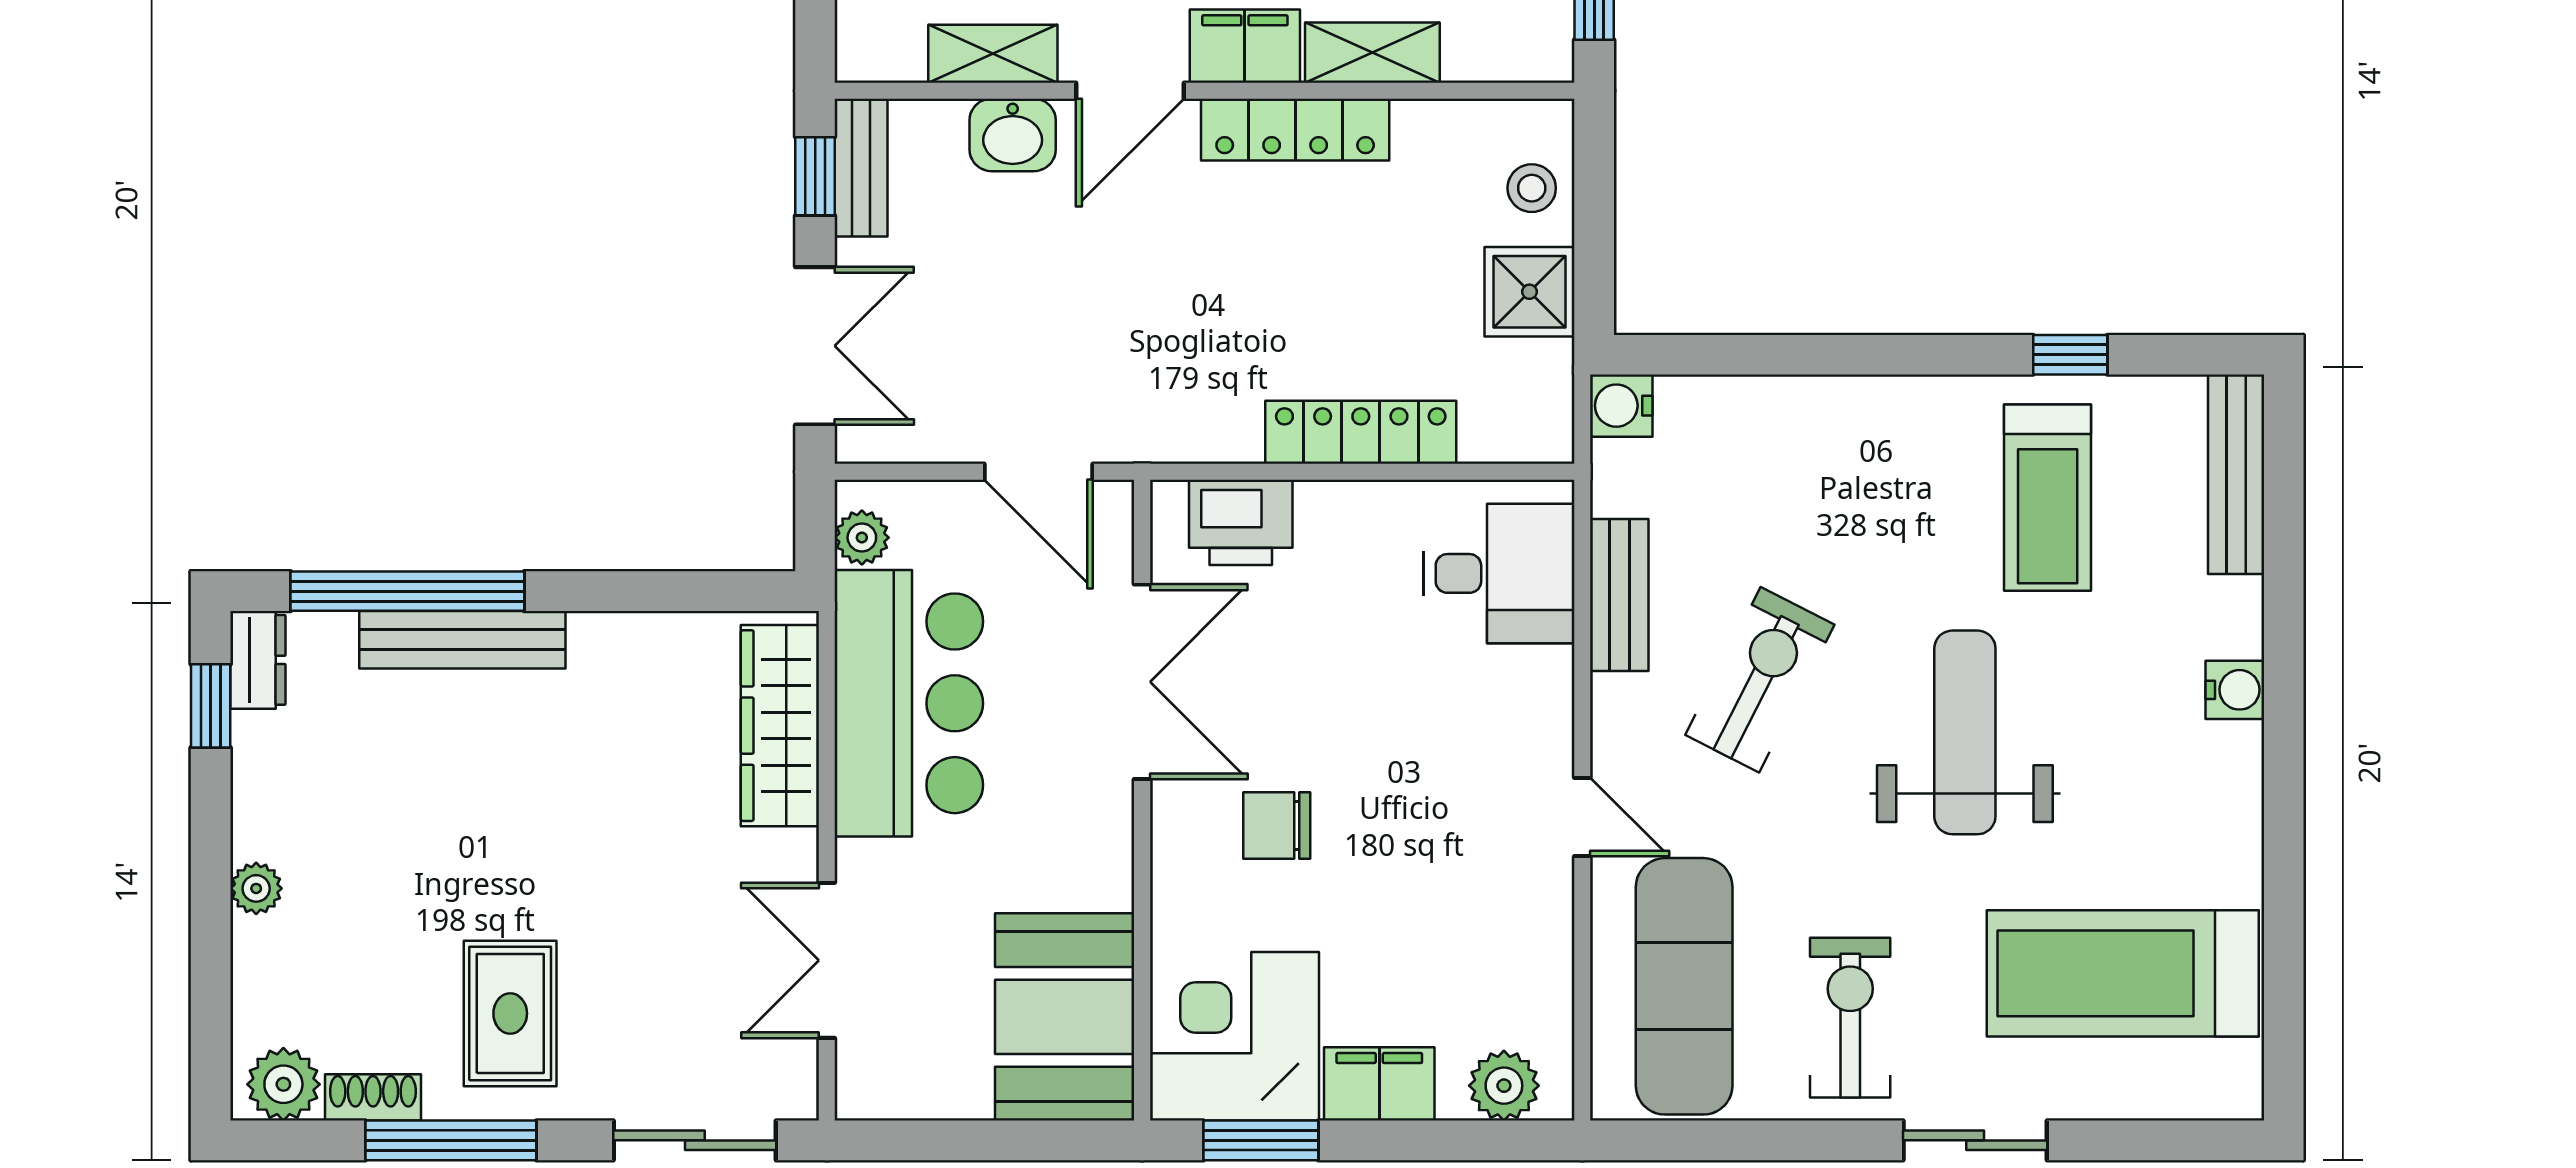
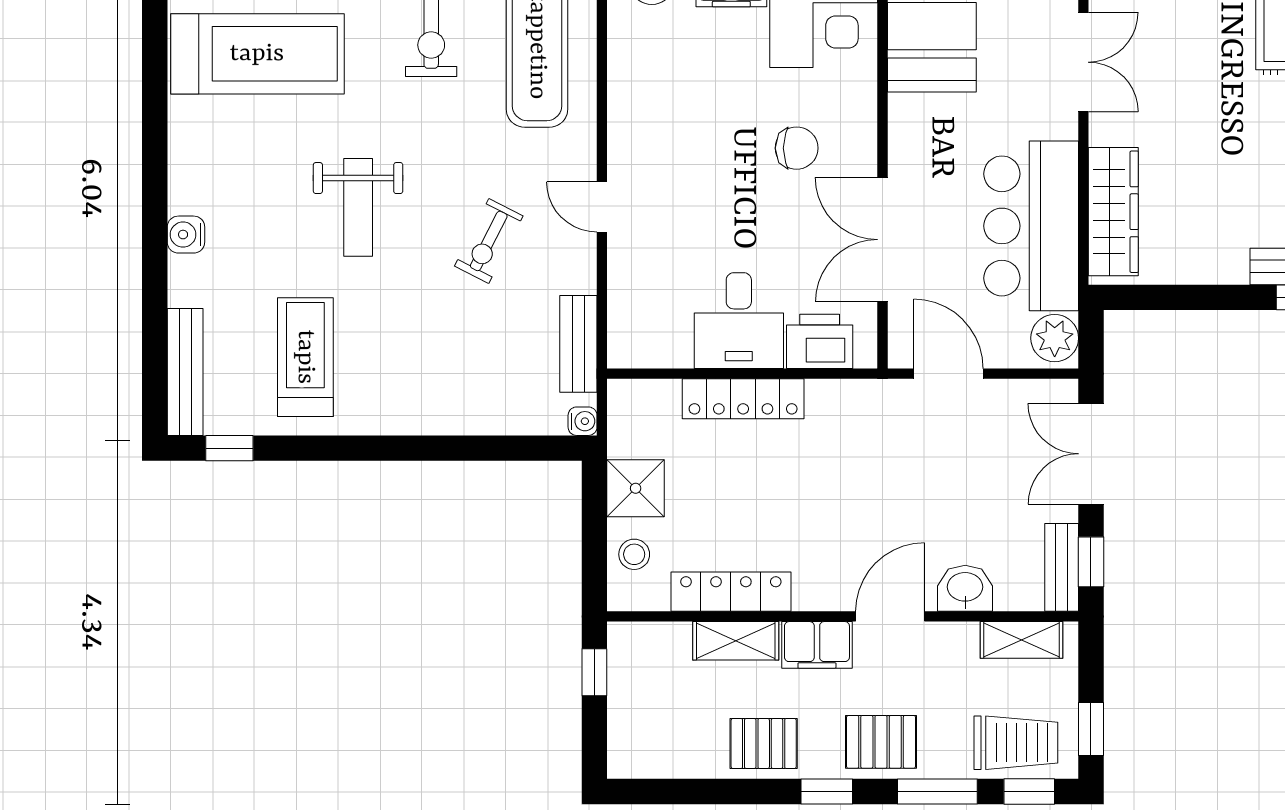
shelving: (993, 54) -> (1021, 640), moved
locker: (1295, 130) -> (731, 592), moved
window: (2070, 355) -> (229, 448), moved
water cooler: (1621, 406) -> (583, 421), width x0.72, depth x0.72
plant: (862, 538) -> (1055, 338), width x1.38, depth x1.38
desk: (1499, 573) -> (739, 321), moved, turned -90
bench: (1619, 595) -> (578, 344), moved
exercise bike: (1760, 680) -> (489, 241), width x0.73, depth x0.72
weight bench: (1965, 732) -> (358, 207), width x0.73, depth x0.75
door: (1582, 817) -> (602, 207), moved

